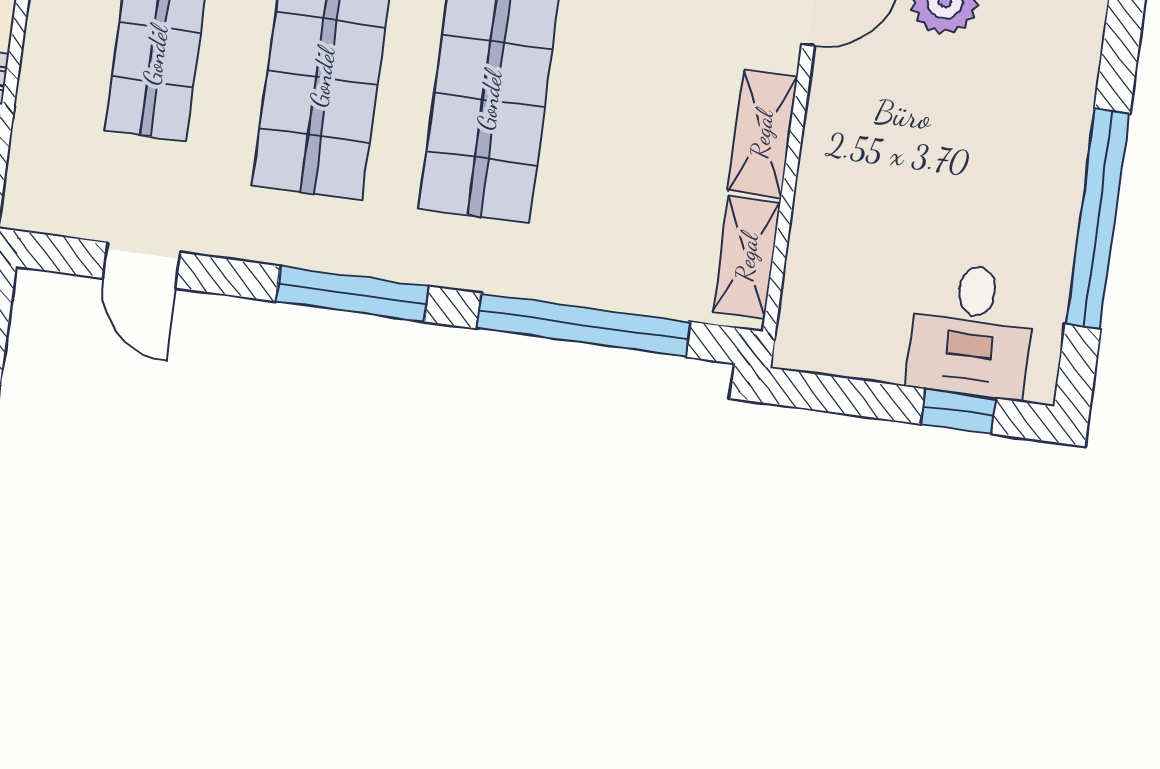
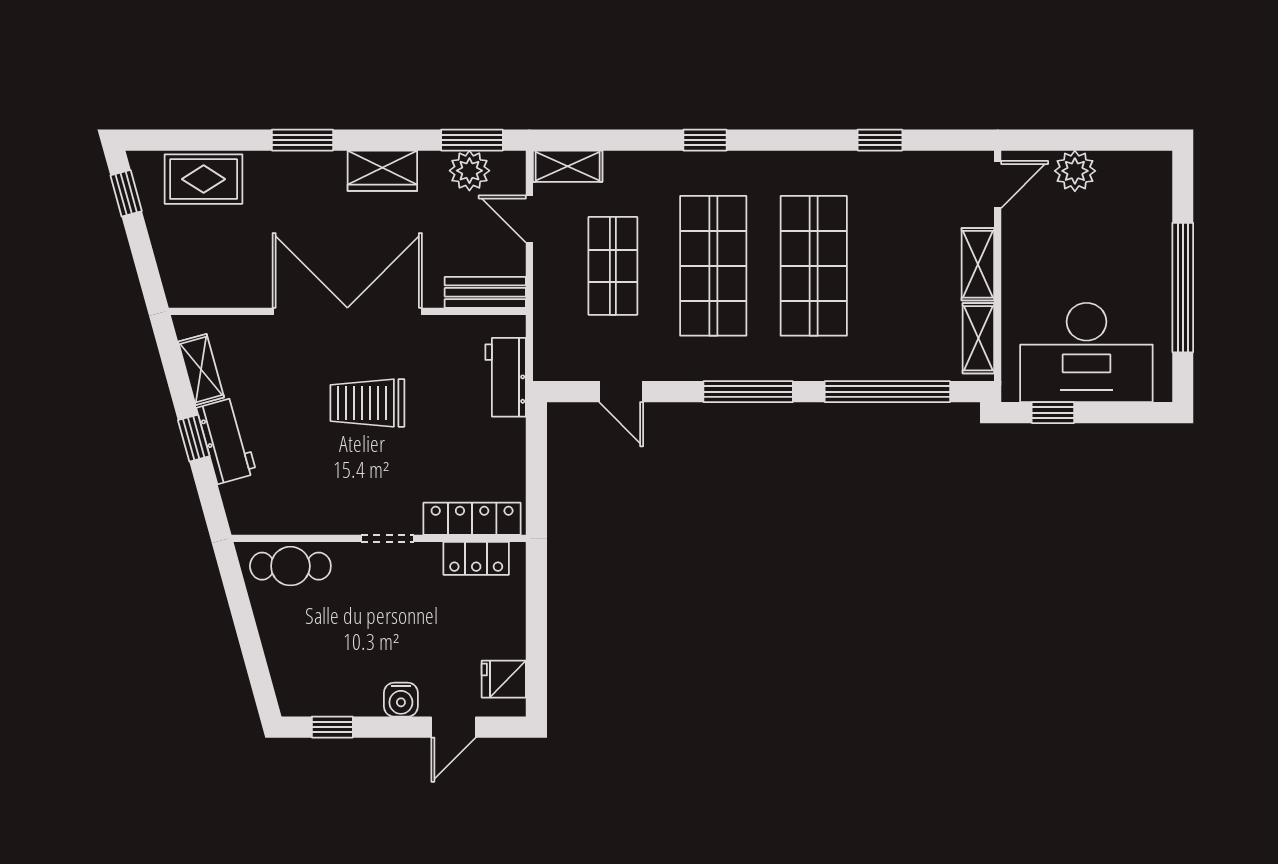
desk: (972, 331) -> (1086, 353), width x1.87, depth x1.30
window: (958, 411) -> (1053, 413), moved

